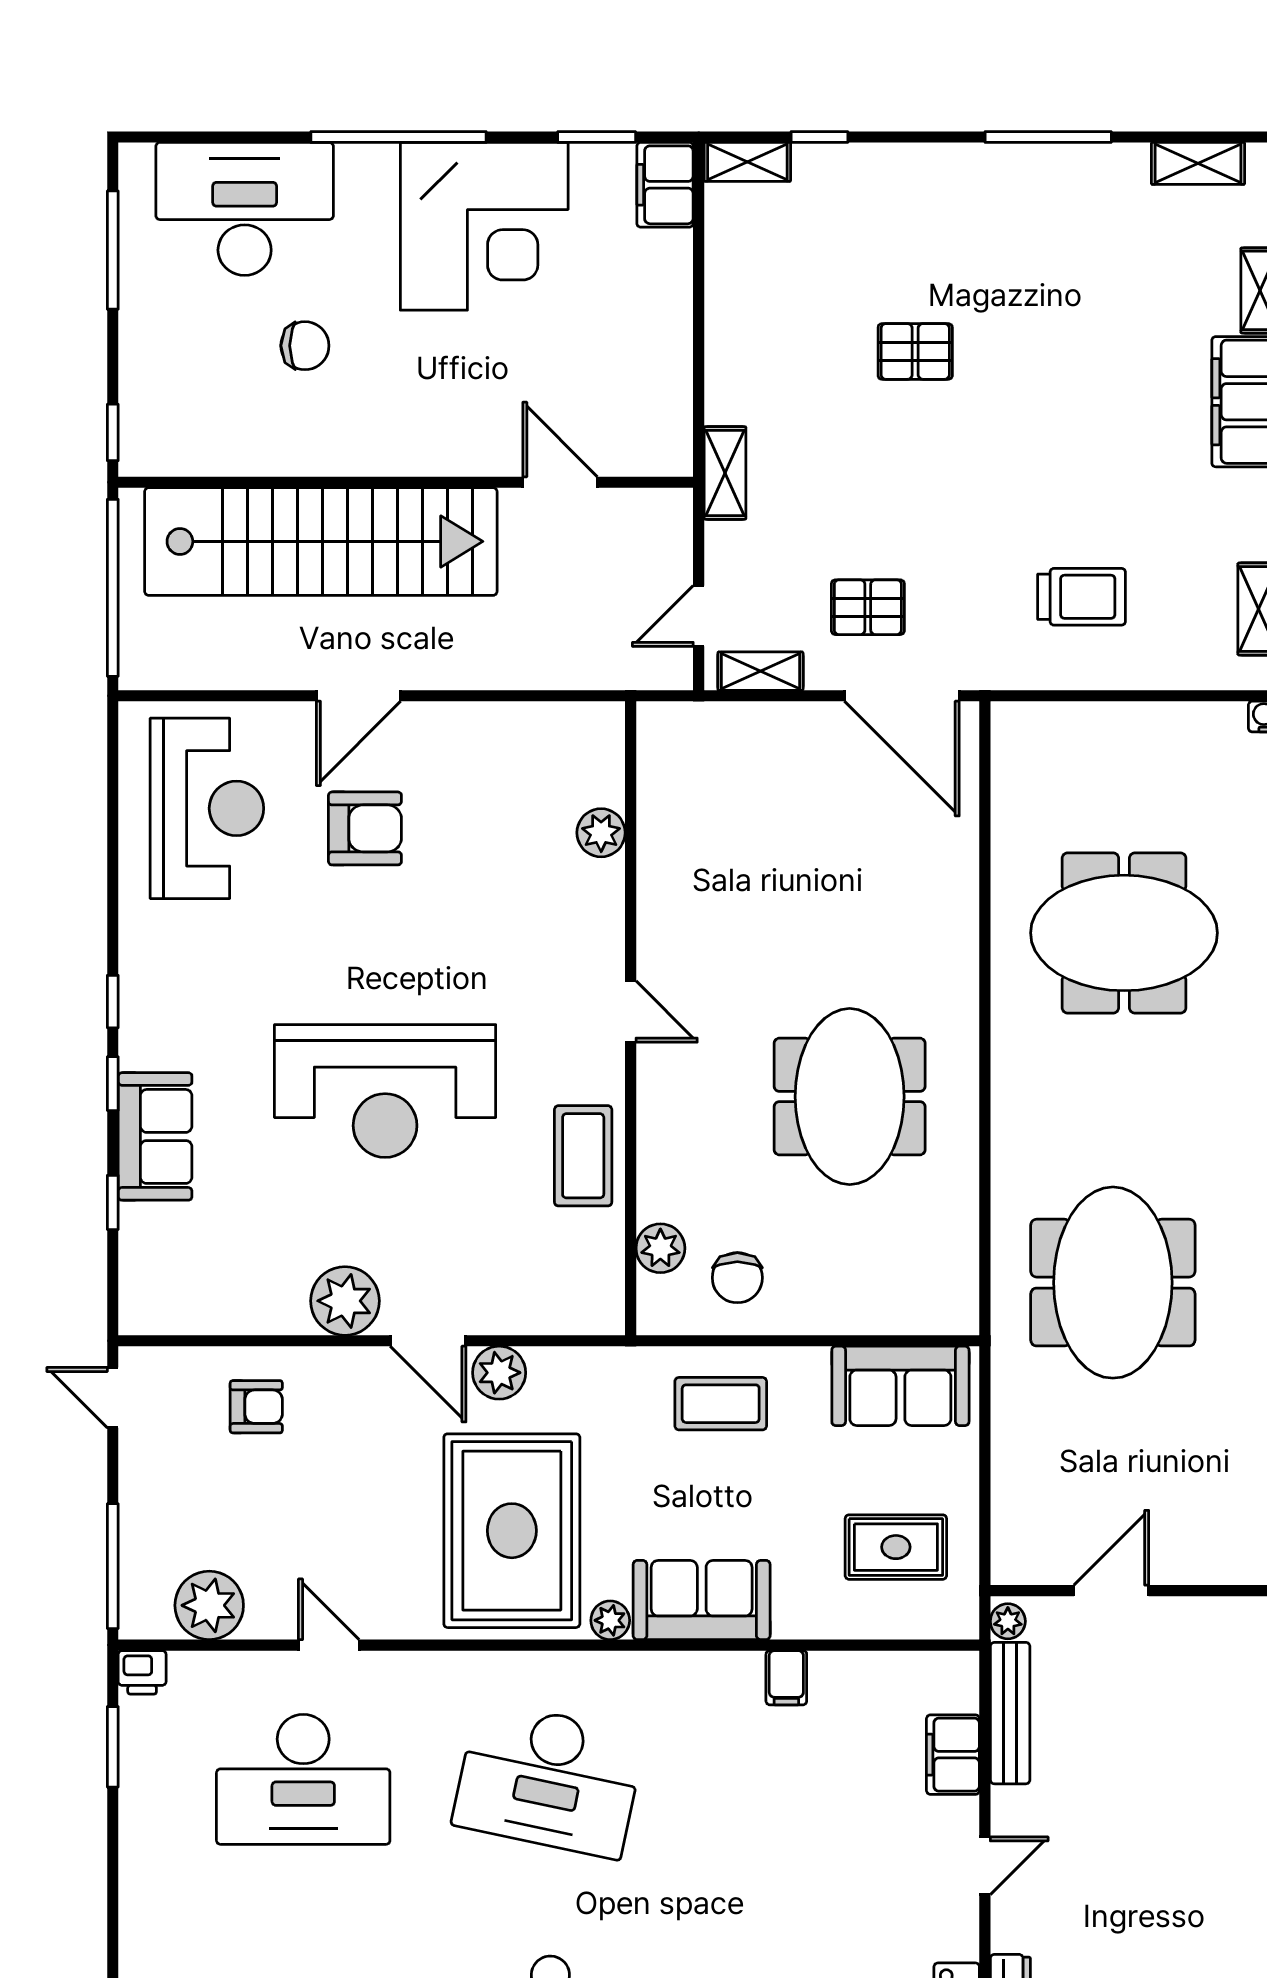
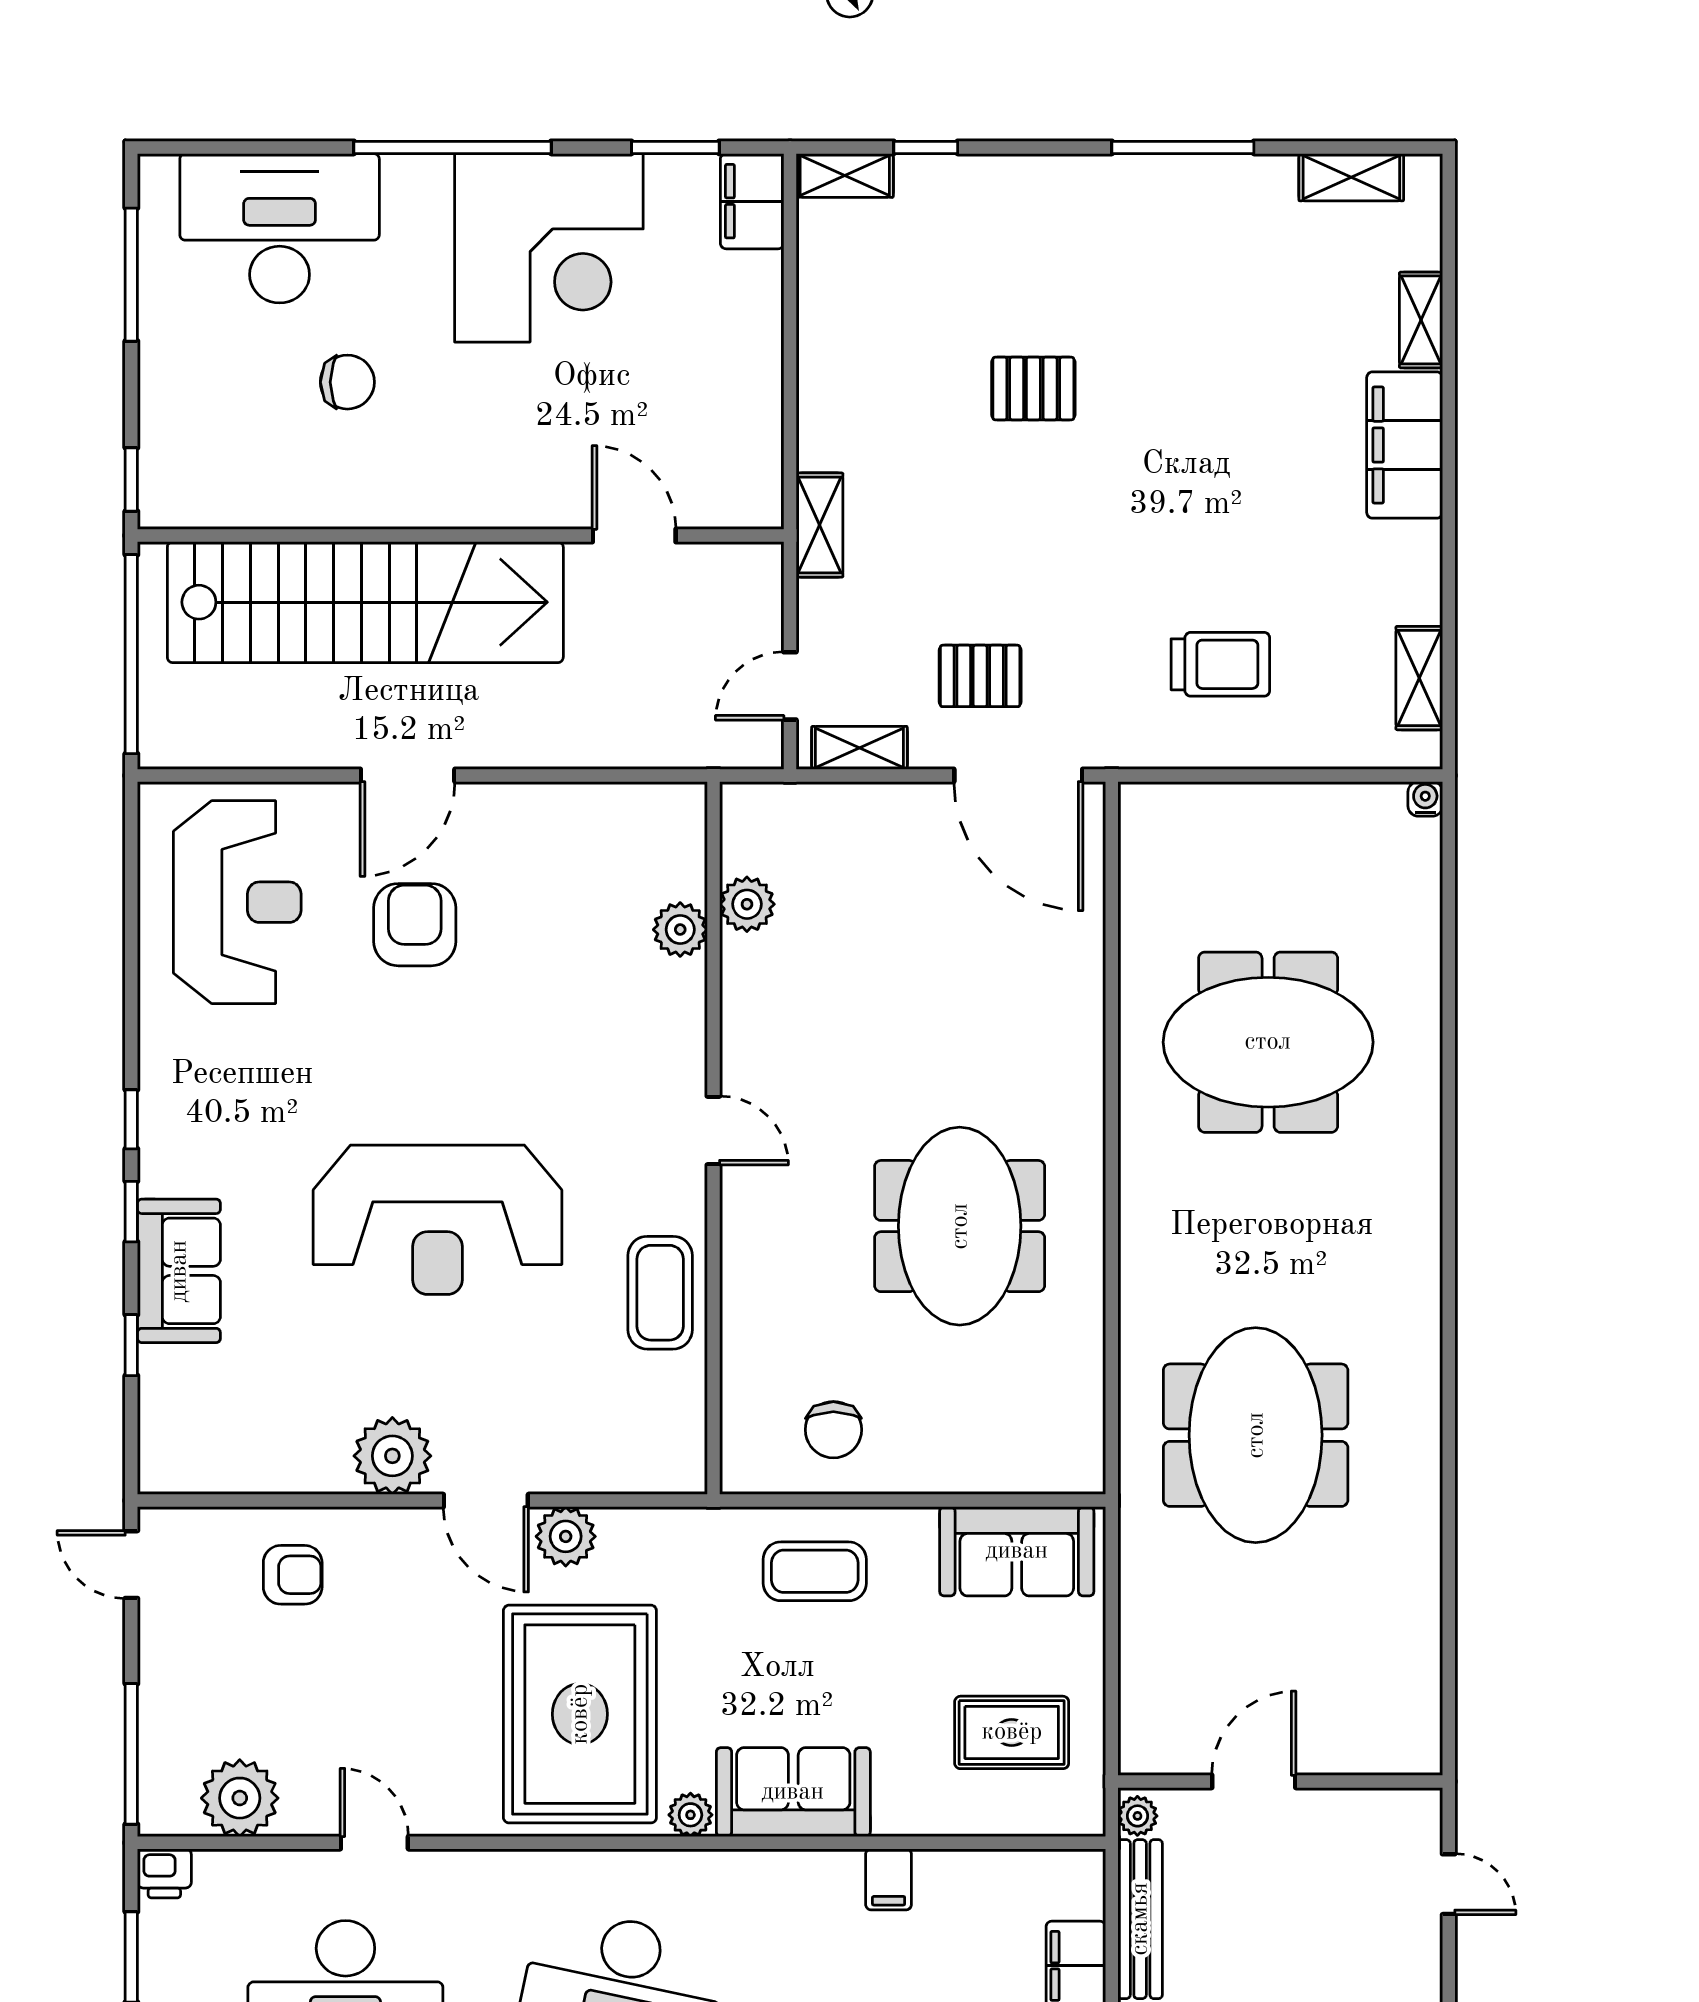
armchair: (365, 828) -> (415, 925), turned -90
plant: (660, 1248) -> (747, 904), moved

